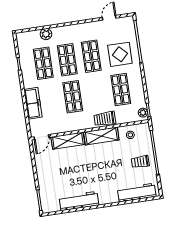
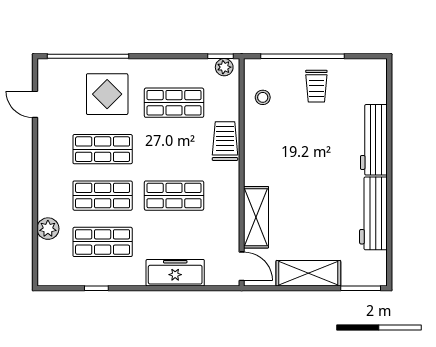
trolley: (105, 119) -> (225, 141), turned 180
shelving: (101, 136) -> (308, 273), moved, turned 90
workbench: (137, 193) -> (374, 140), moved

